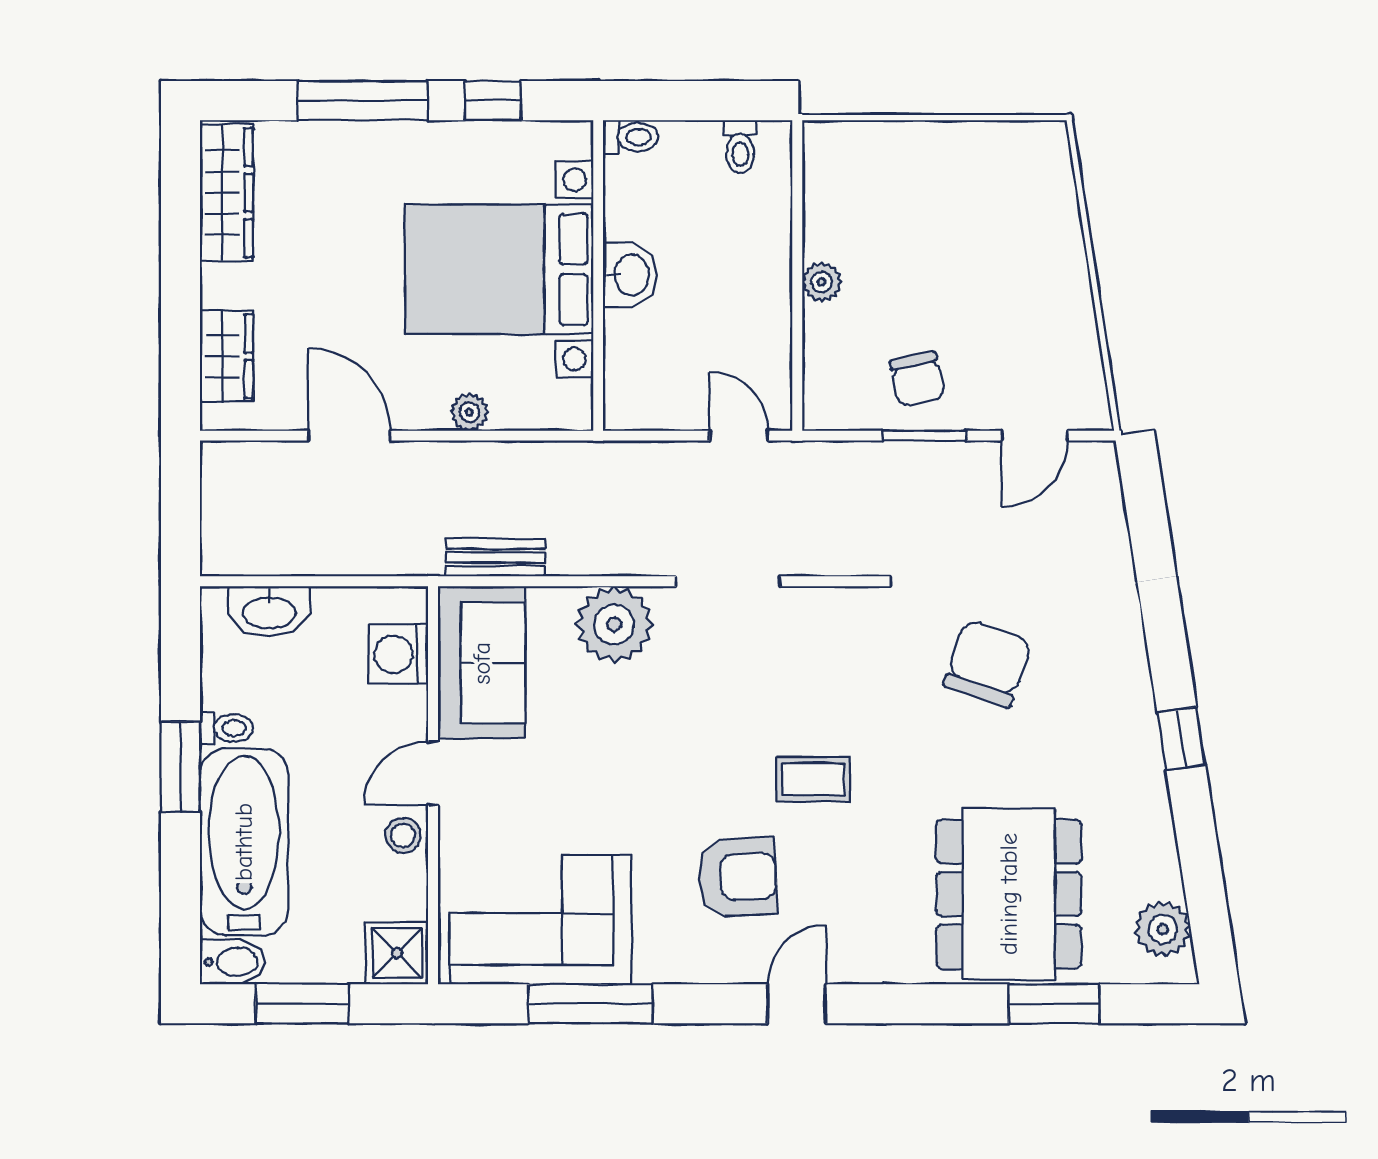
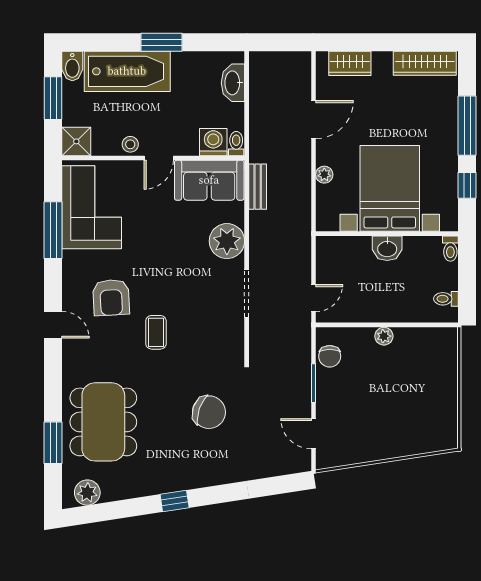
chair: (917, 379) -> (330, 356), moved, turned -78
toilet: (227, 728) -> (236, 144), moved, turned 180
door: (433, 773) -> (159, 158), swing flipped
dining table: (1009, 894) -> (103, 422), turned 90

